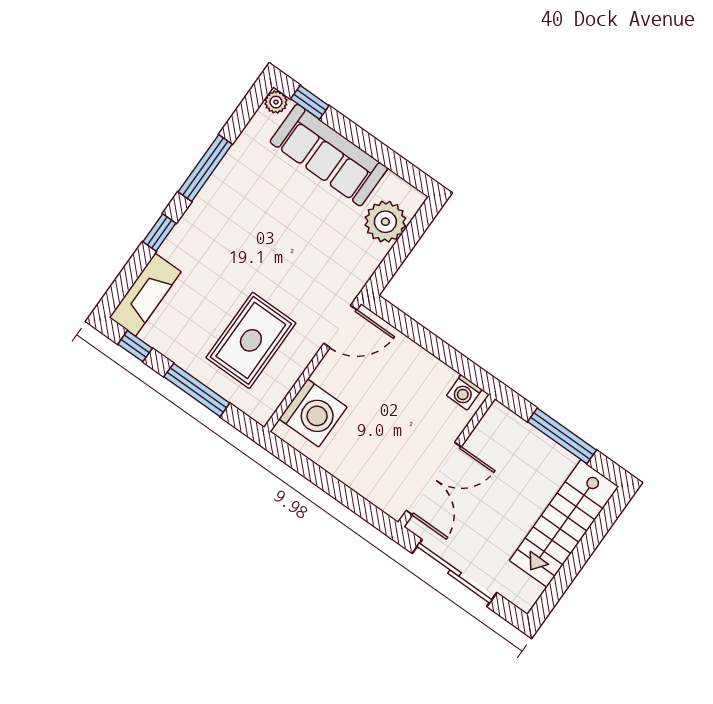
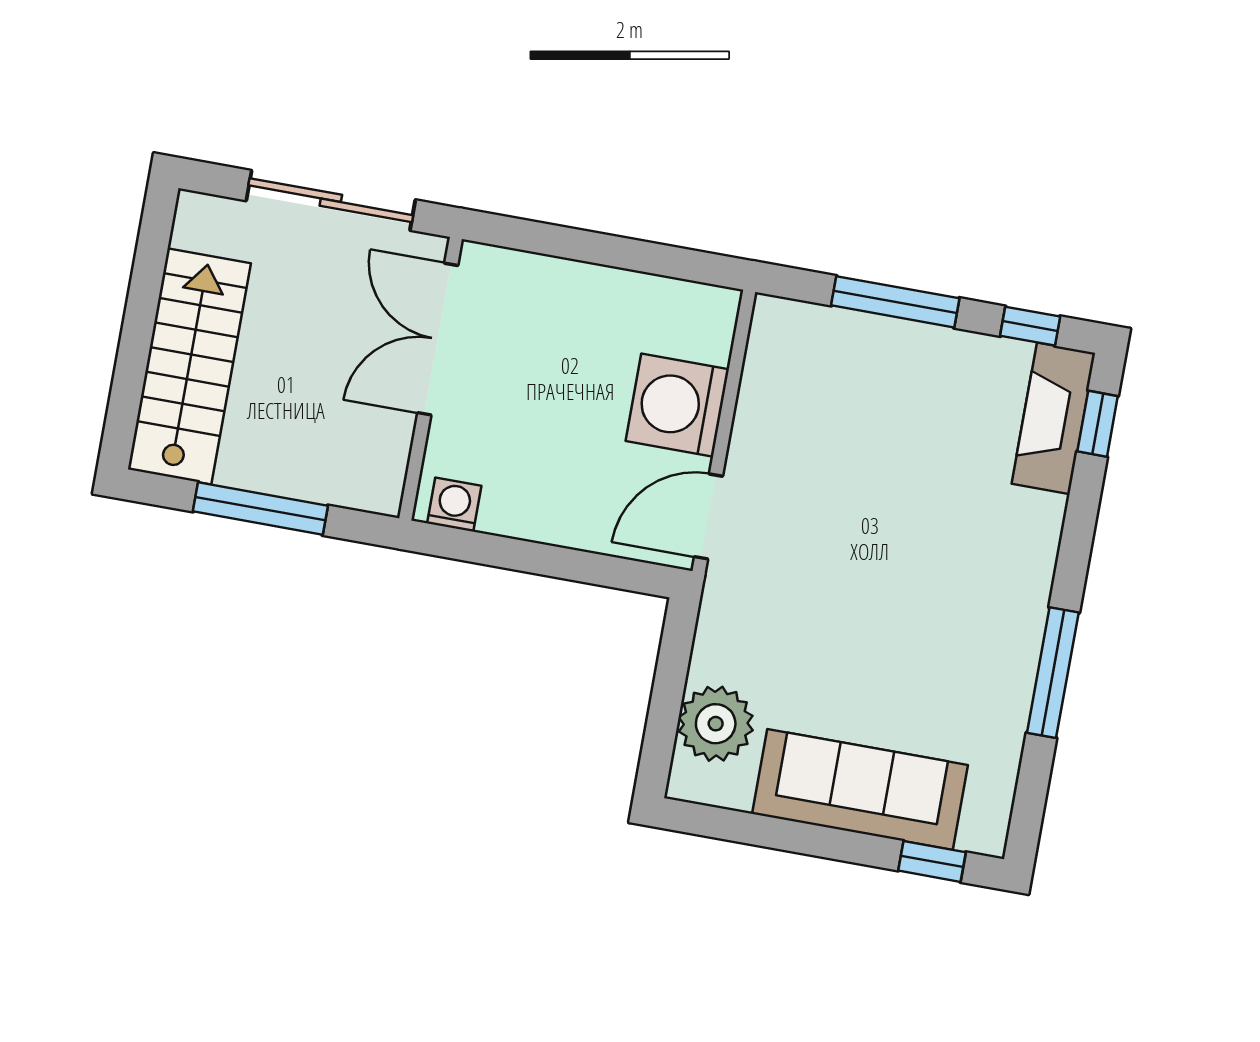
plant: (276, 102) -> (988, 836), removed
window: (159, 233) -> (1098, 424), moved
rug: (251, 340) -> (845, 425), removed
washing machine: (313, 413) -> (677, 405), moved

